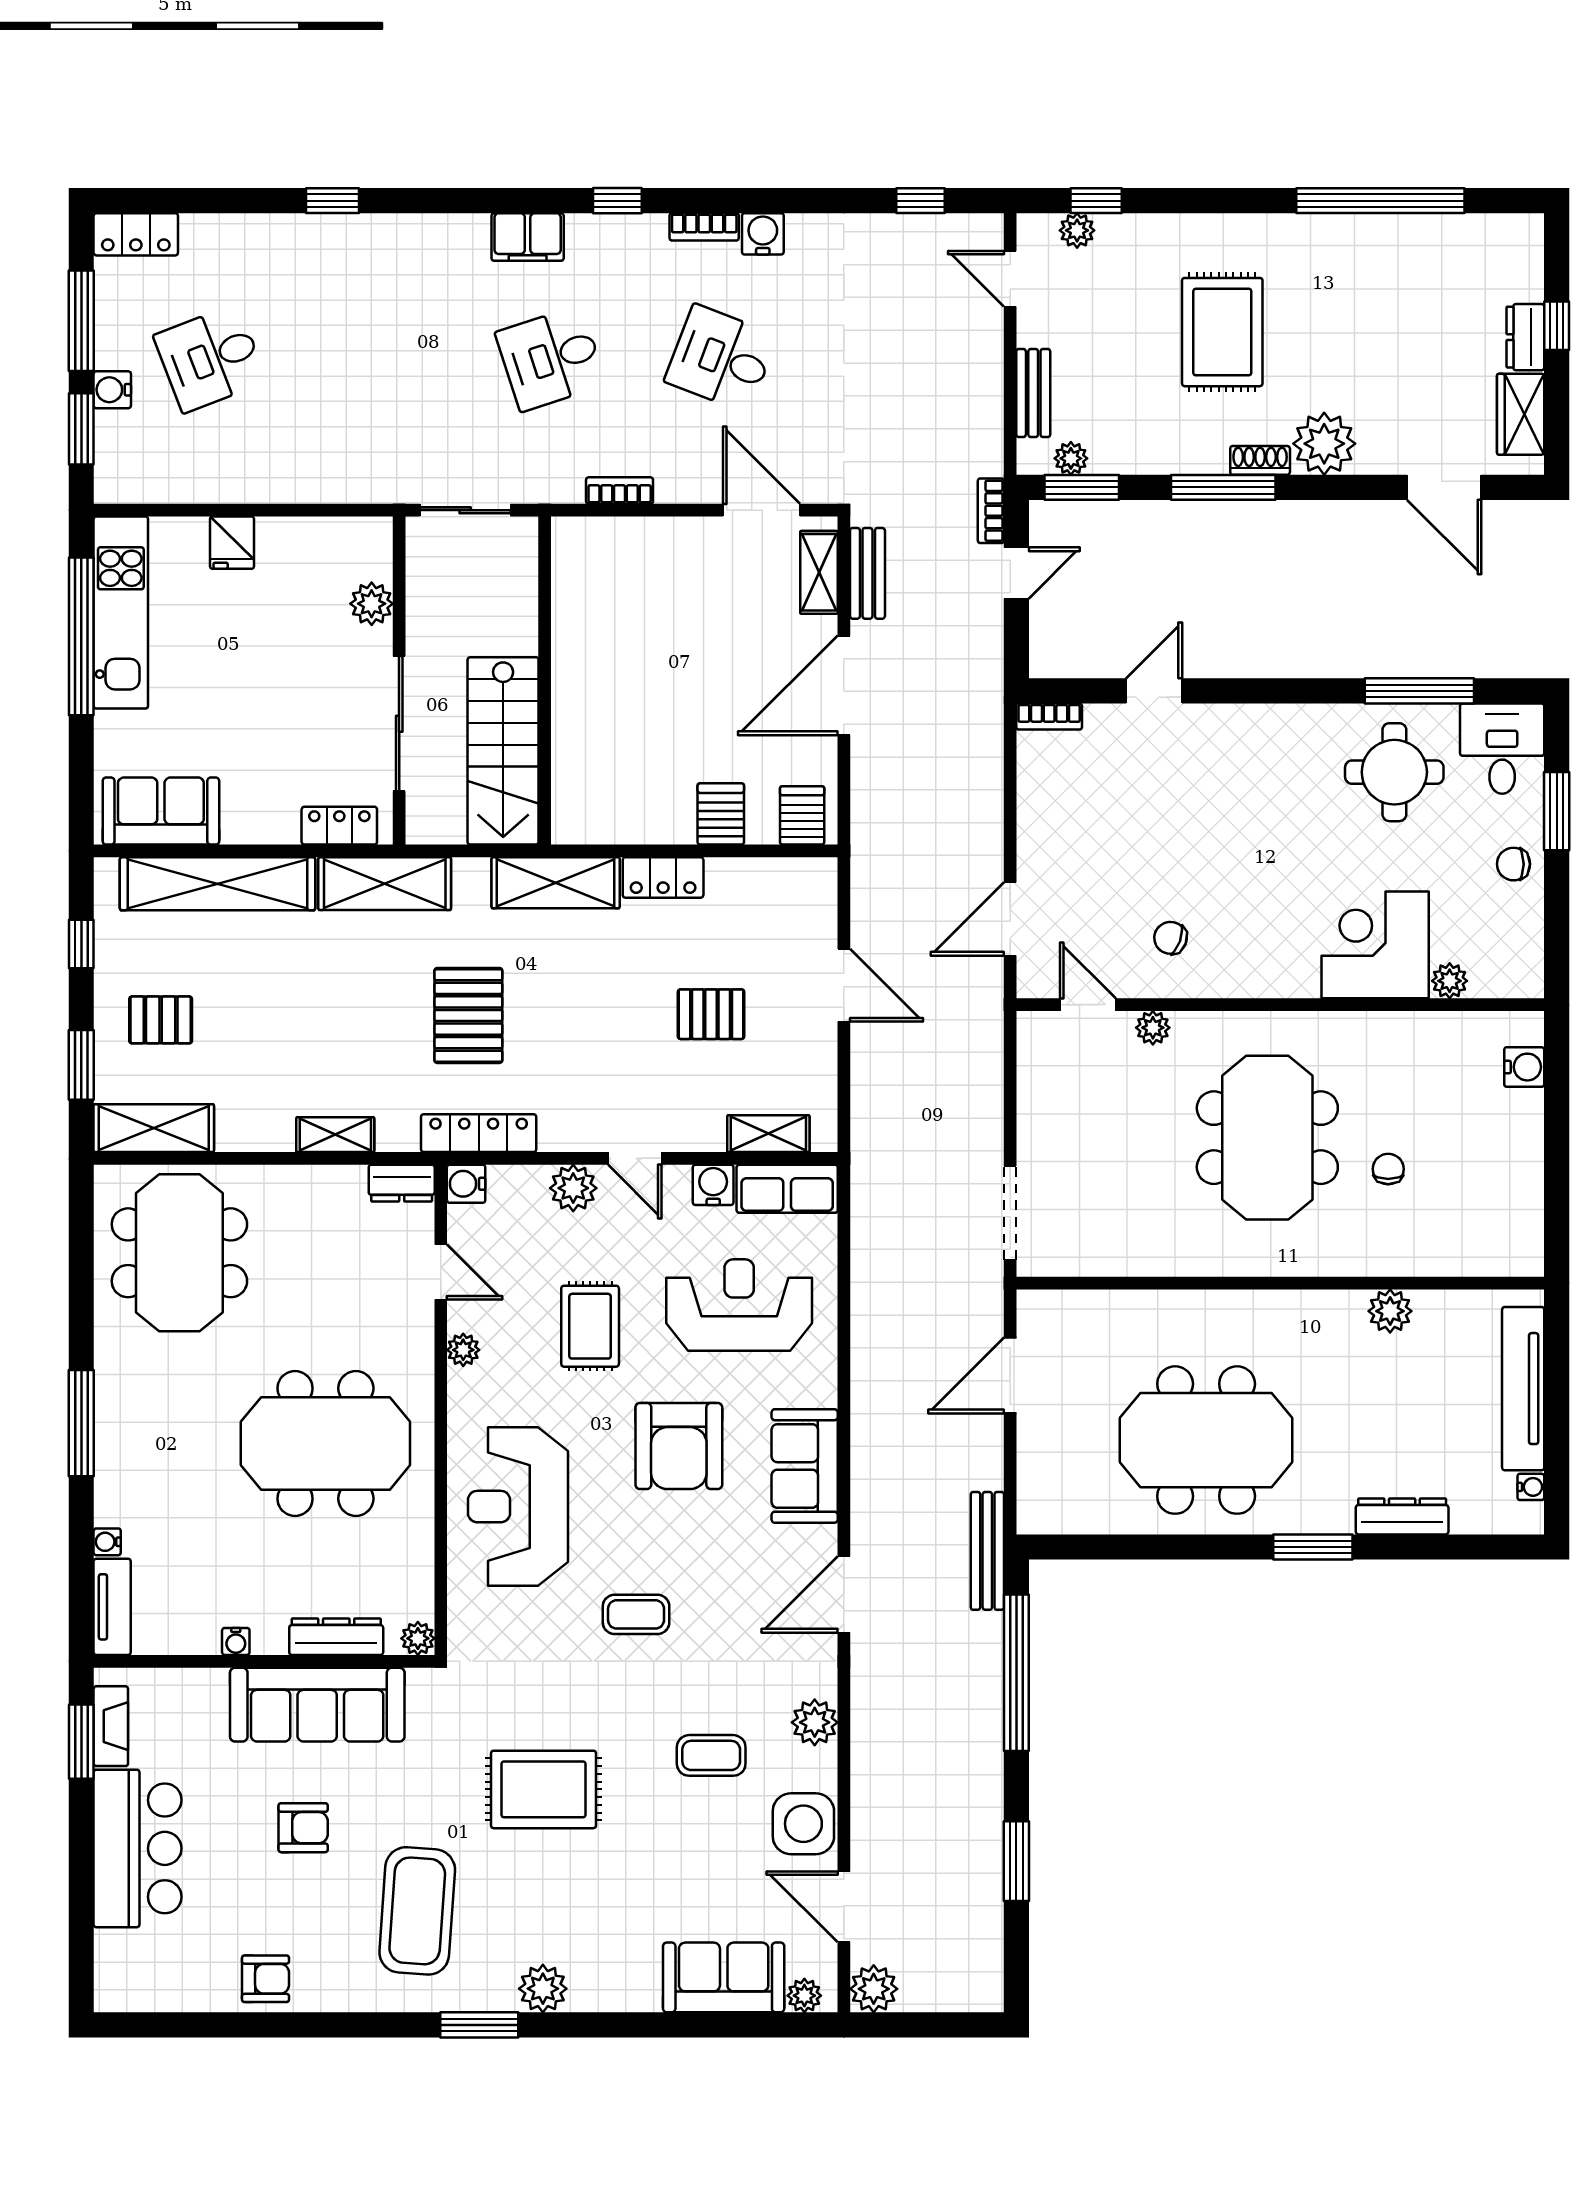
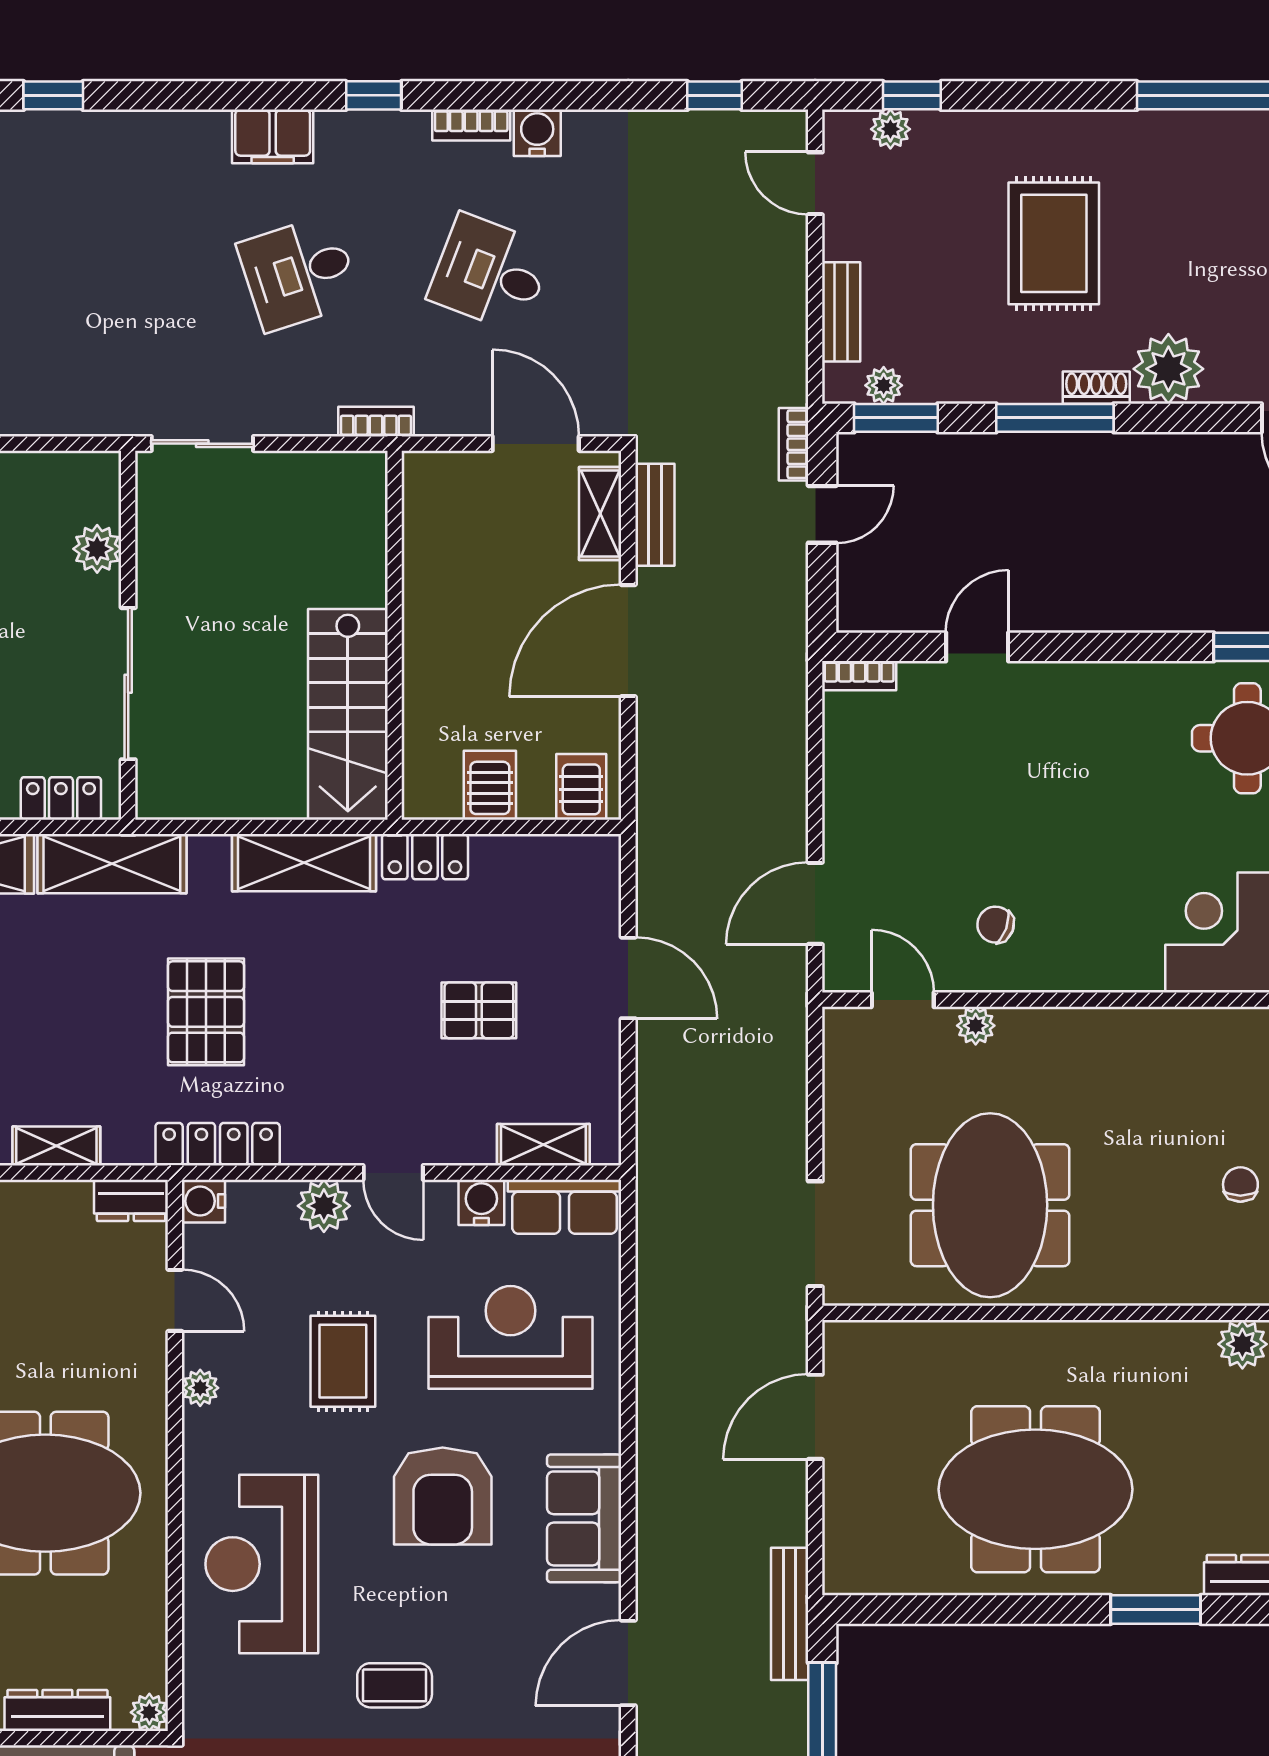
wall: (545, 681) -> (395, 635), moved
stairs: (503, 751) -> (348, 714), moved
meeting table: (1267, 1138) -> (990, 1205), moved

